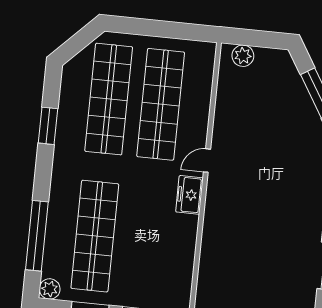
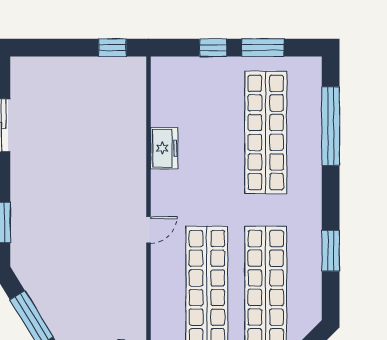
freezer: (189, 195) -> (164, 148), moved
plant: (50, 289) -> (310, 68), removed

